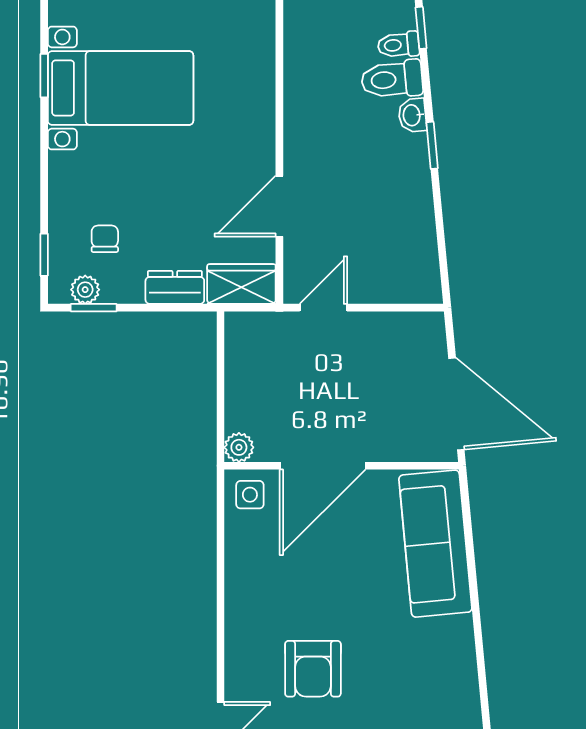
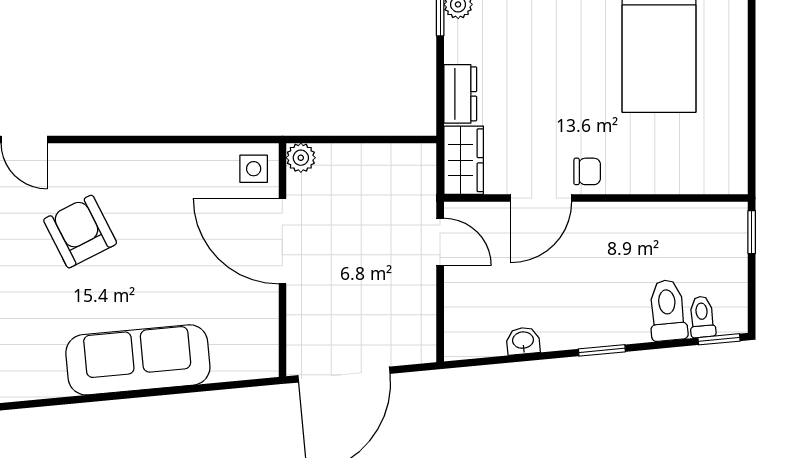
washbasin: (412, 115) -> (523, 341), moved
door: (279, 206) -> (541, 198), swing flipped
chair: (105, 239) -> (587, 171), moved
sofa: (435, 544) -> (138, 360), moved
armchair: (313, 669) -> (80, 232), turned 63

